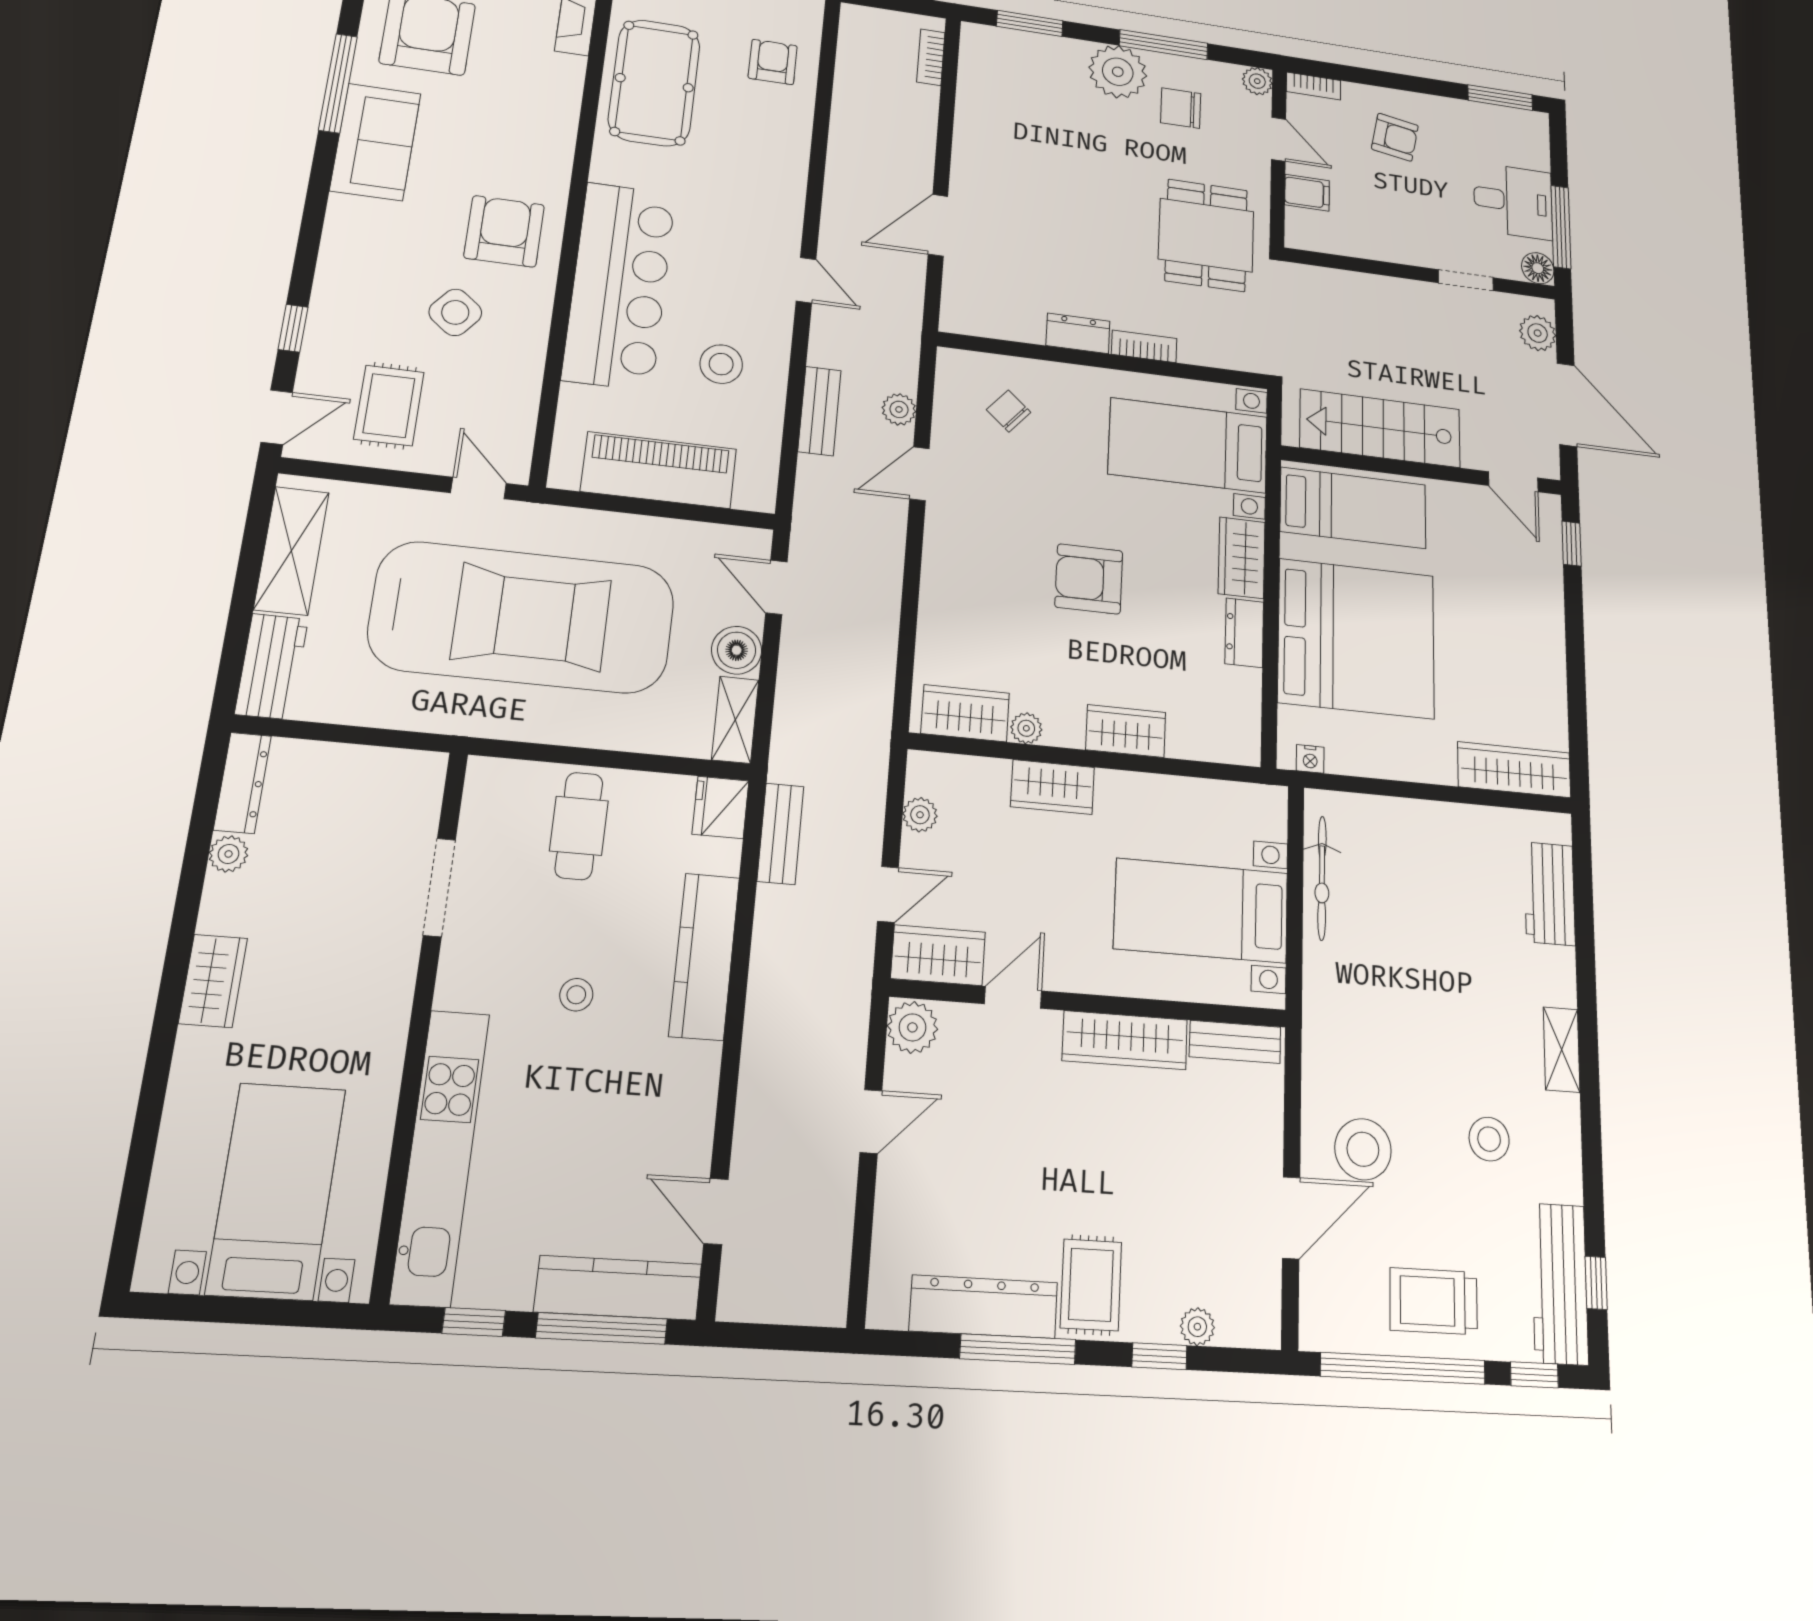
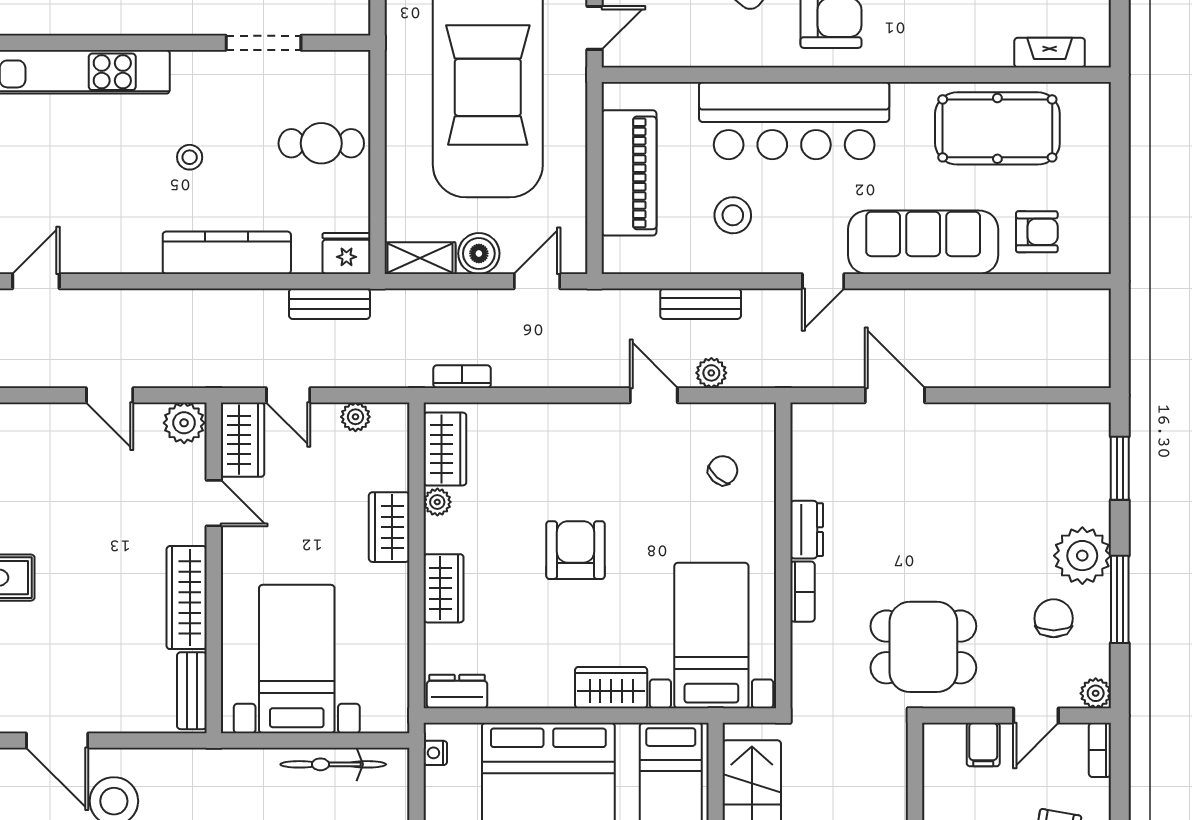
bookcase: (931, 57) -> (462, 377), moved
sofa: (773, 174) -> (923, 242), added
dresser: (1244, 633) -> (457, 691), moved

